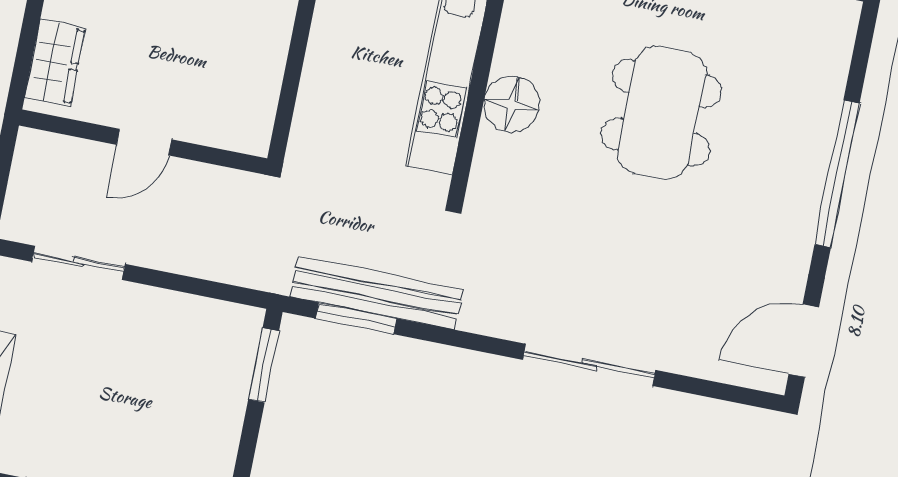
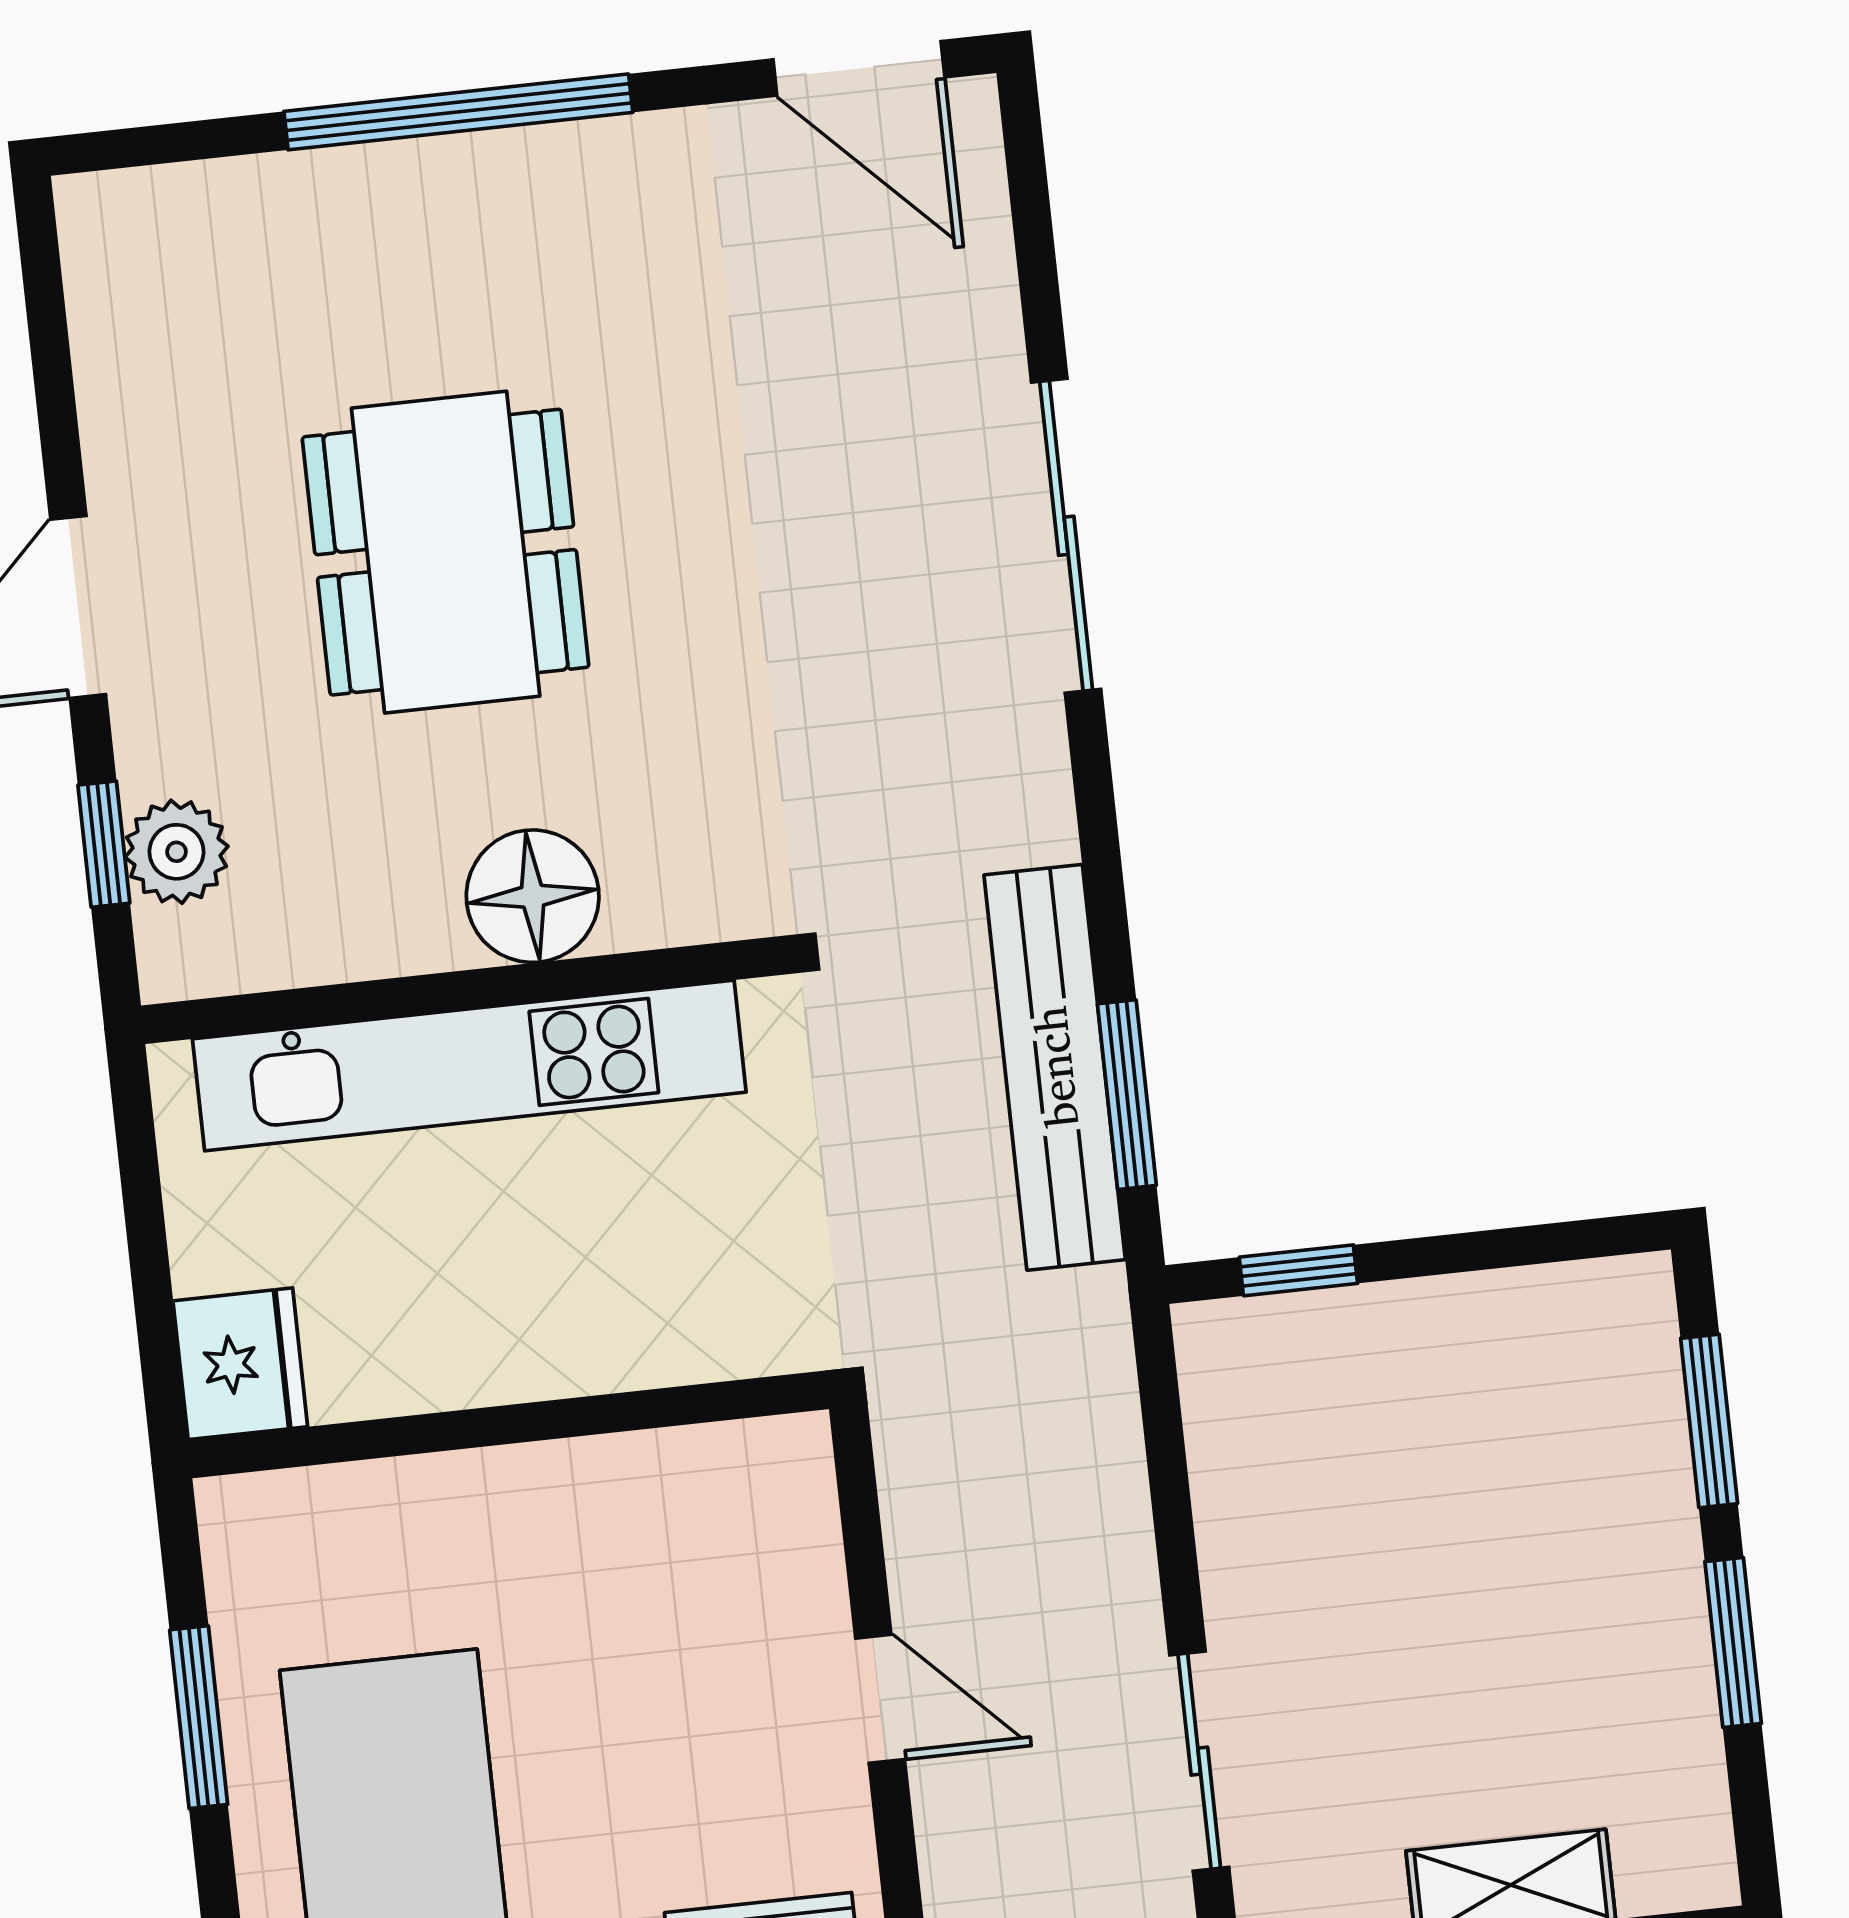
dining table: (661, 113) -> (446, 552), turned 90
window: (264, 365) -> (1298, 1270), width x0.67

